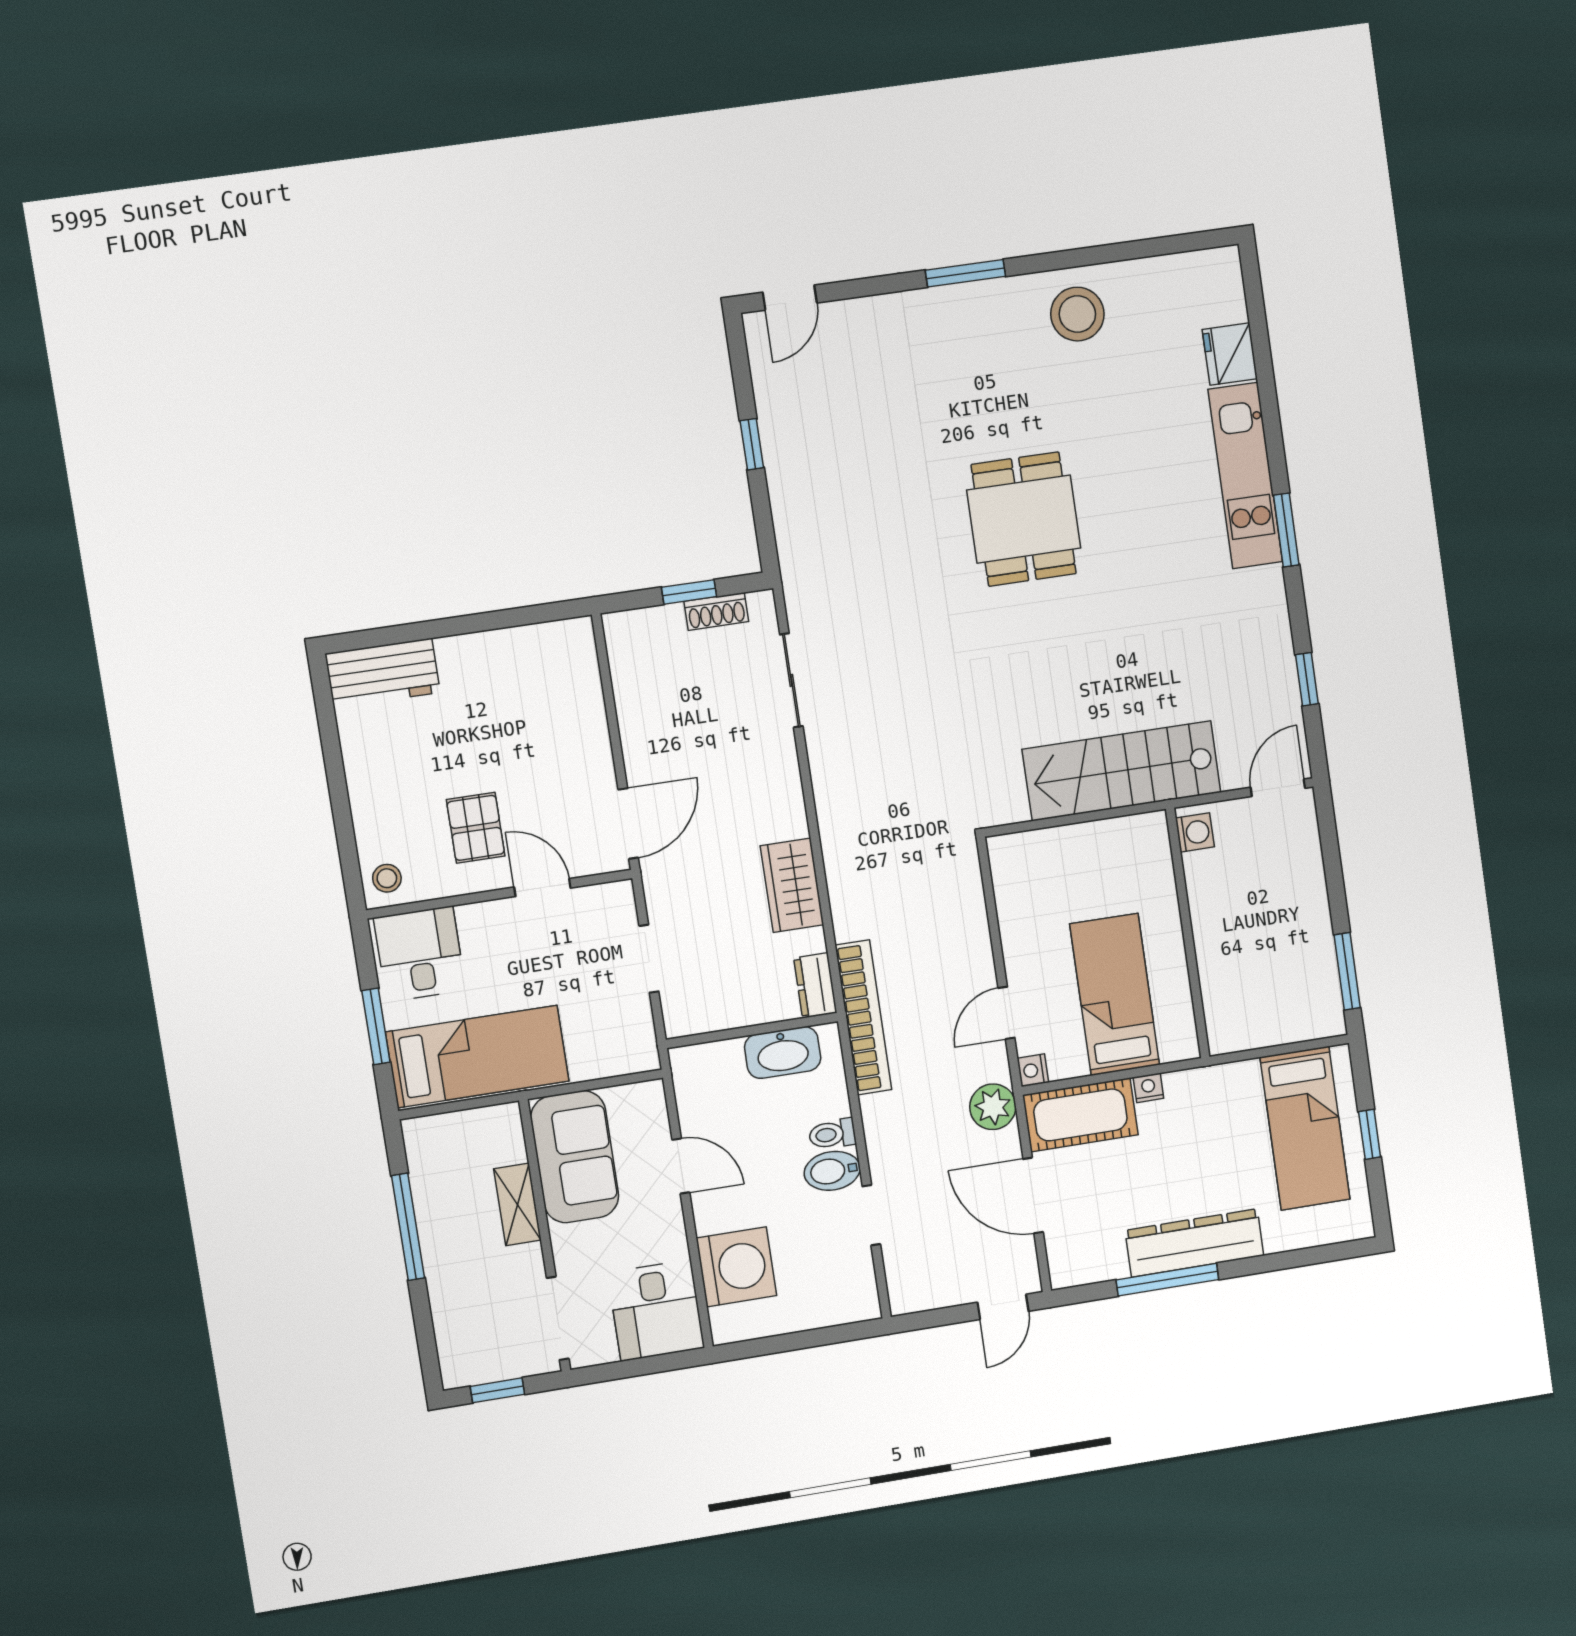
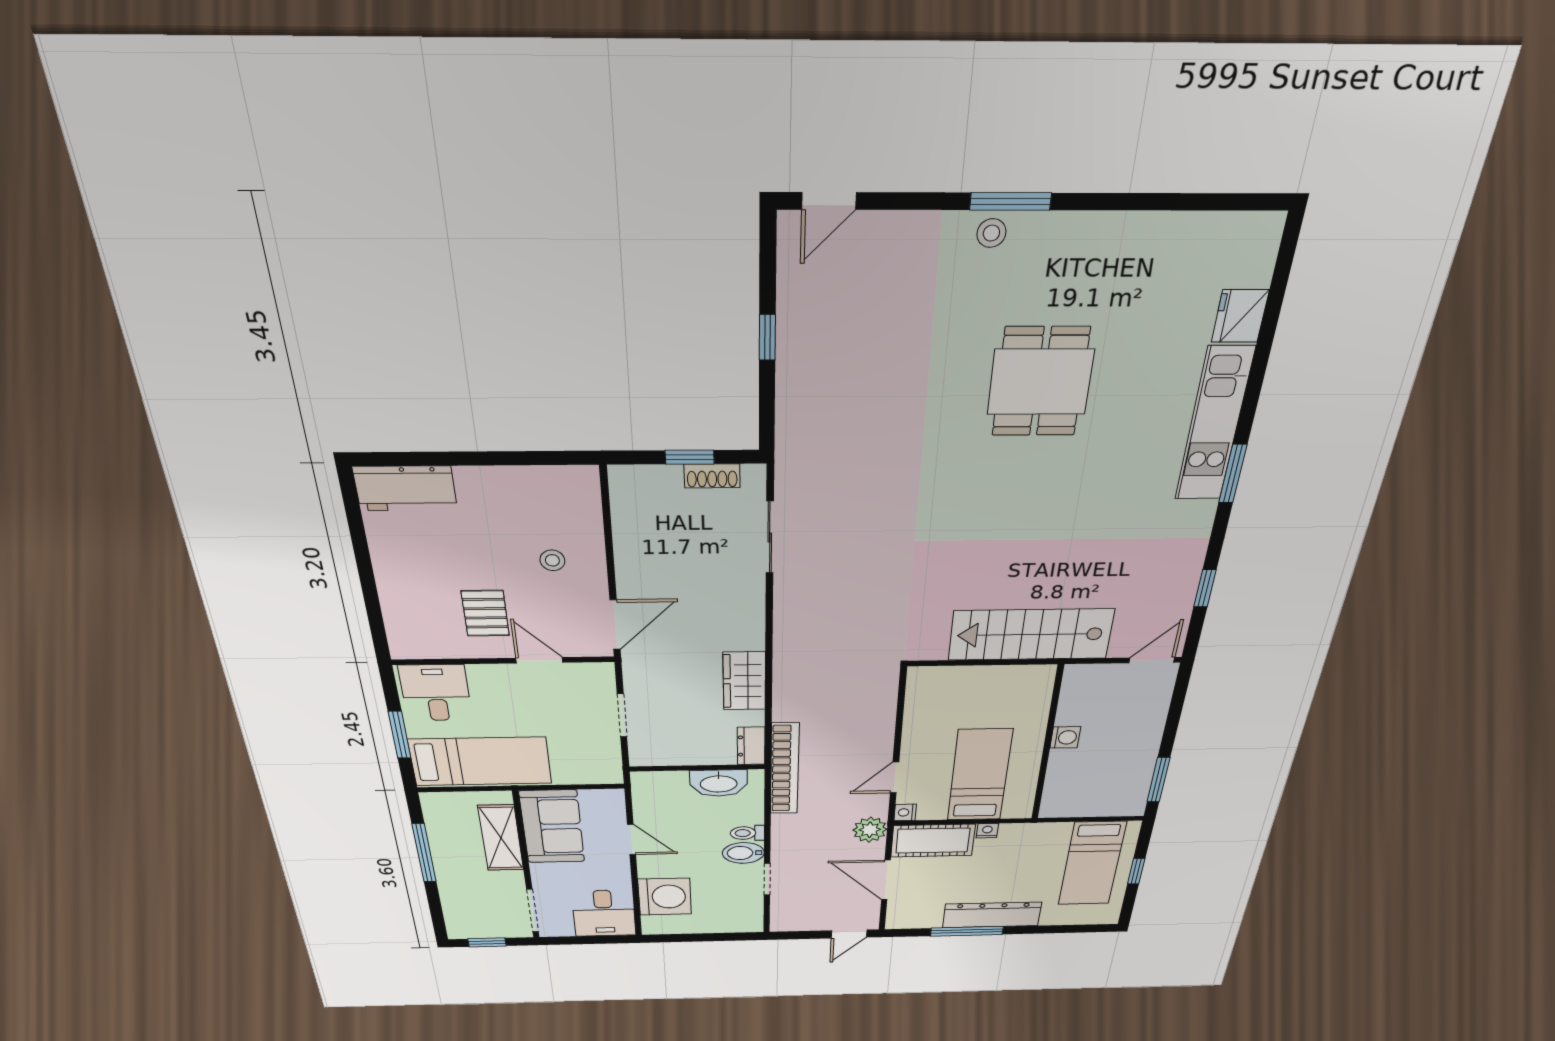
stool: (1077, 314) -> (991, 233), moved, width x0.53, depth x0.53
dining table: (1024, 519) -> (1040, 382), moved
washing machine: (1195, 832) -> (1065, 737), moved
stool: (387, 878) -> (552, 560), moved
shelving: (518, 1204) -> (501, 838), width x1.50, depth x1.33

